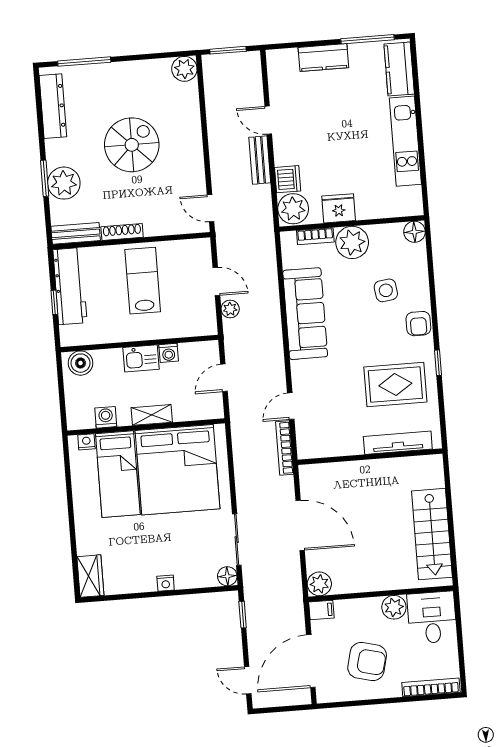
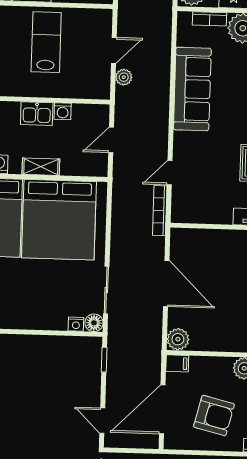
door: (216, 281) -> (114, 50), hinge flipped
nightstand: (166, 583) -> (76, 324), moved

